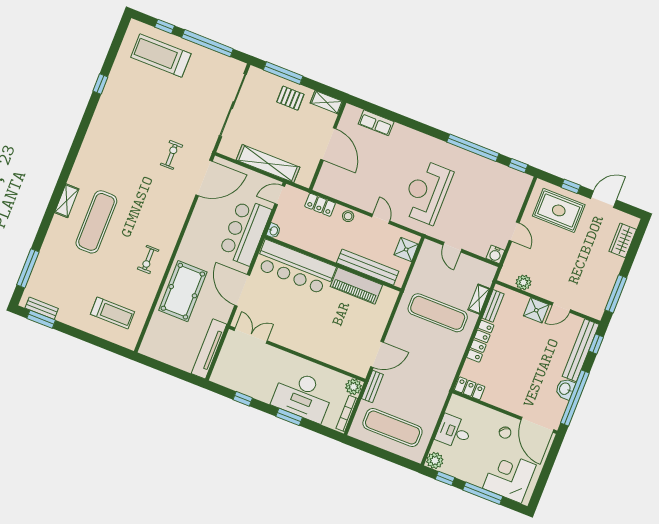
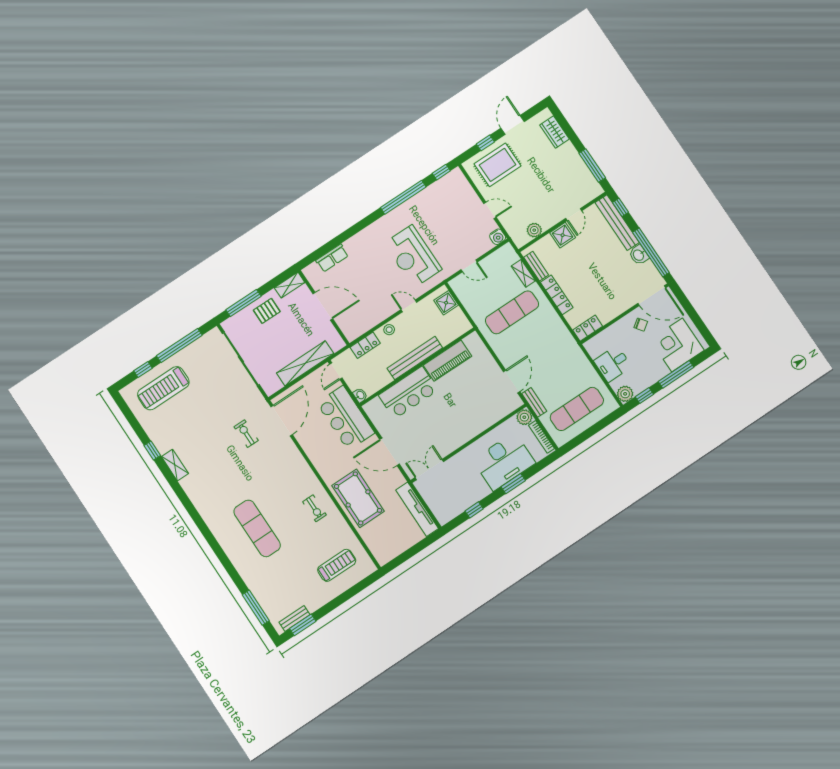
shelving: (67, 201) -> (175, 465), moved
bar counter: (295, 267) -> (408, 393), width x0.73
bench: (368, 267) -> (415, 358), moved

